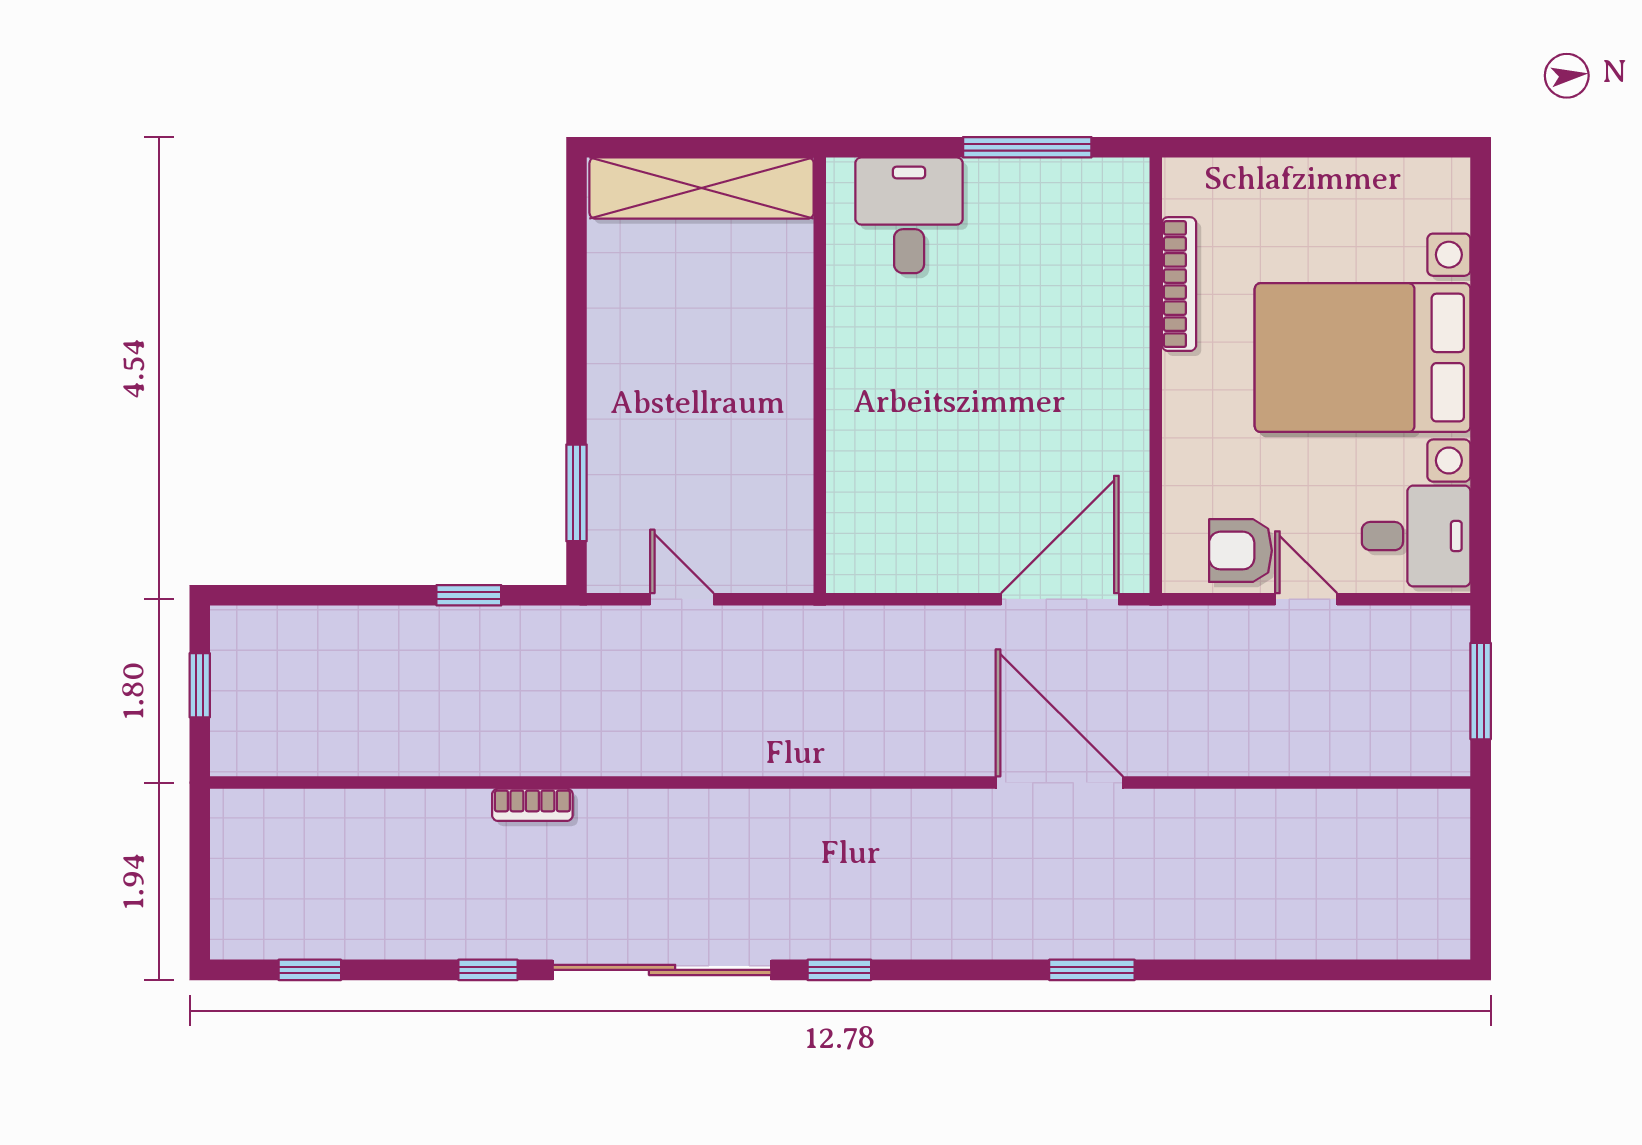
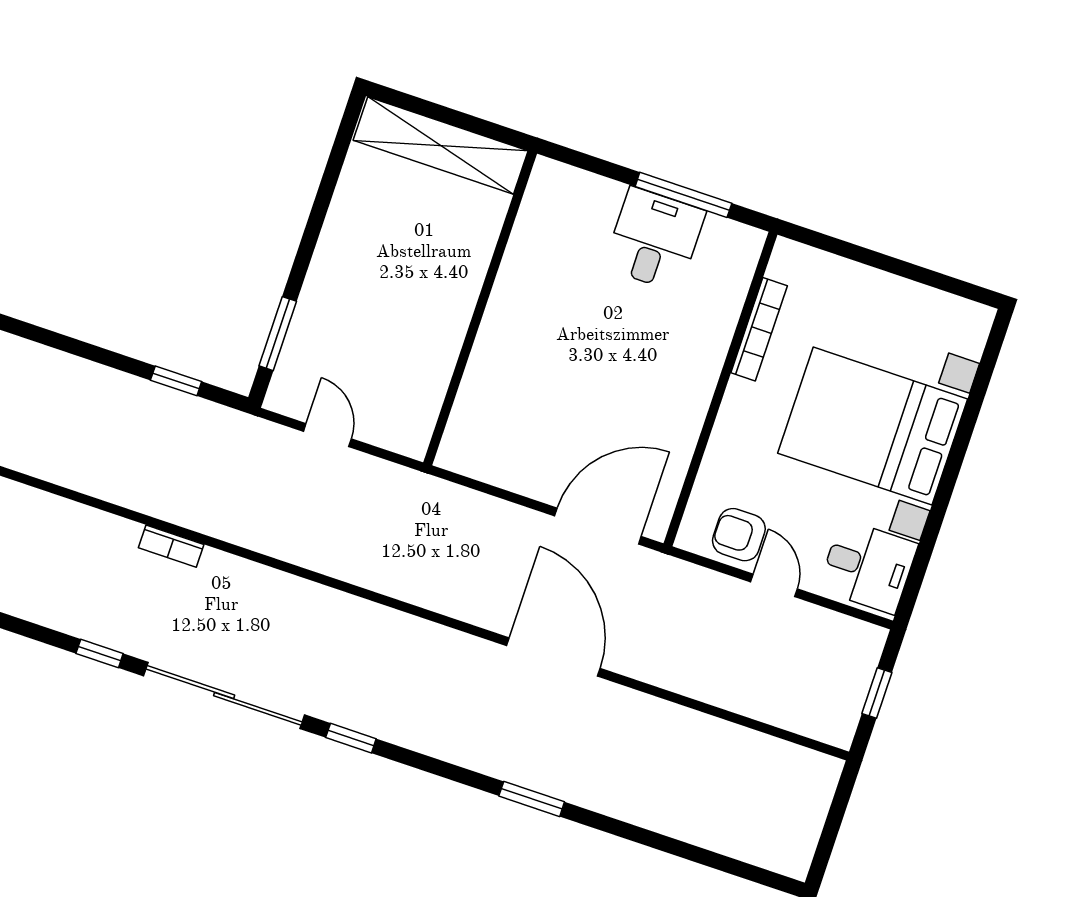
desk: (909, 215) -> (654, 239), moved
window: (1481, 691) -> (877, 693), width x0.67

